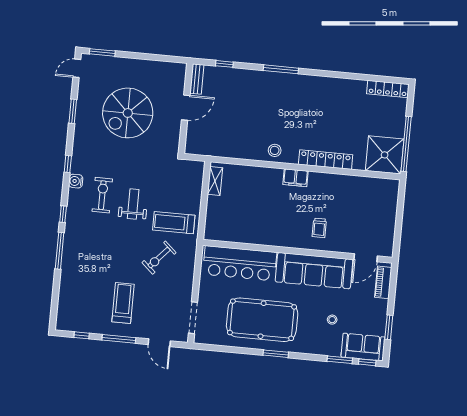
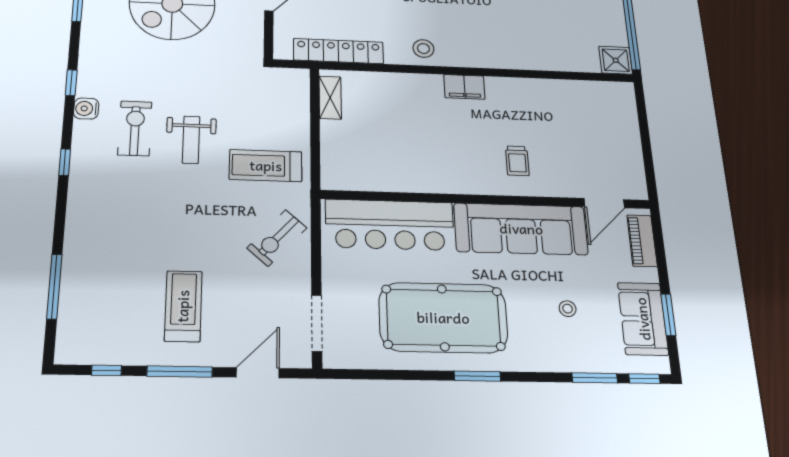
shower: (385, 155) -> (616, 60), width x0.54, depth x0.54
locker: (326, 160) -> (338, 51), moved
weight bench: (133, 204) -> (191, 140), turned 180
window: (60, 251) -> (54, 286), moved
exercise bike: (159, 258) -> (277, 238), moved
door: (159, 343) -> (258, 373), swing flipped
sofa: (363, 347) -> (643, 319), moved, turned -90

